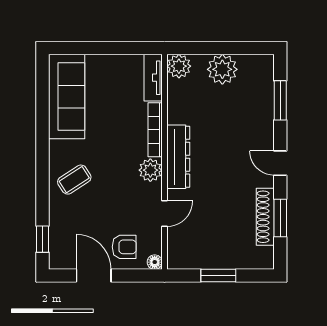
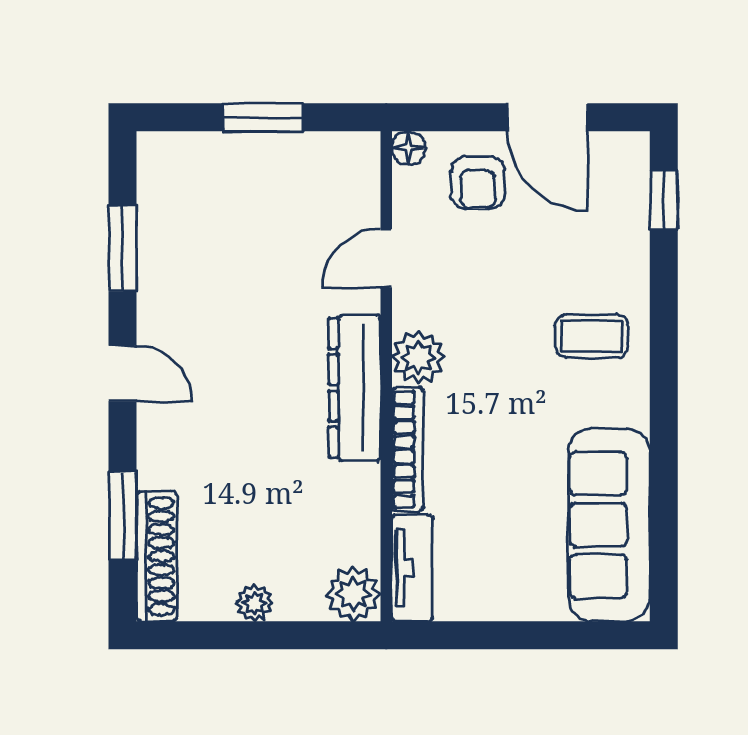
plant: (222, 69) -> (255, 603), width x0.53, depth x0.53
coffee table: (74, 180) -> (592, 336), turned 33
shoe rack: (265, 217) -> (157, 556), moved
armchair: (124, 247) -> (478, 183), turned -90

